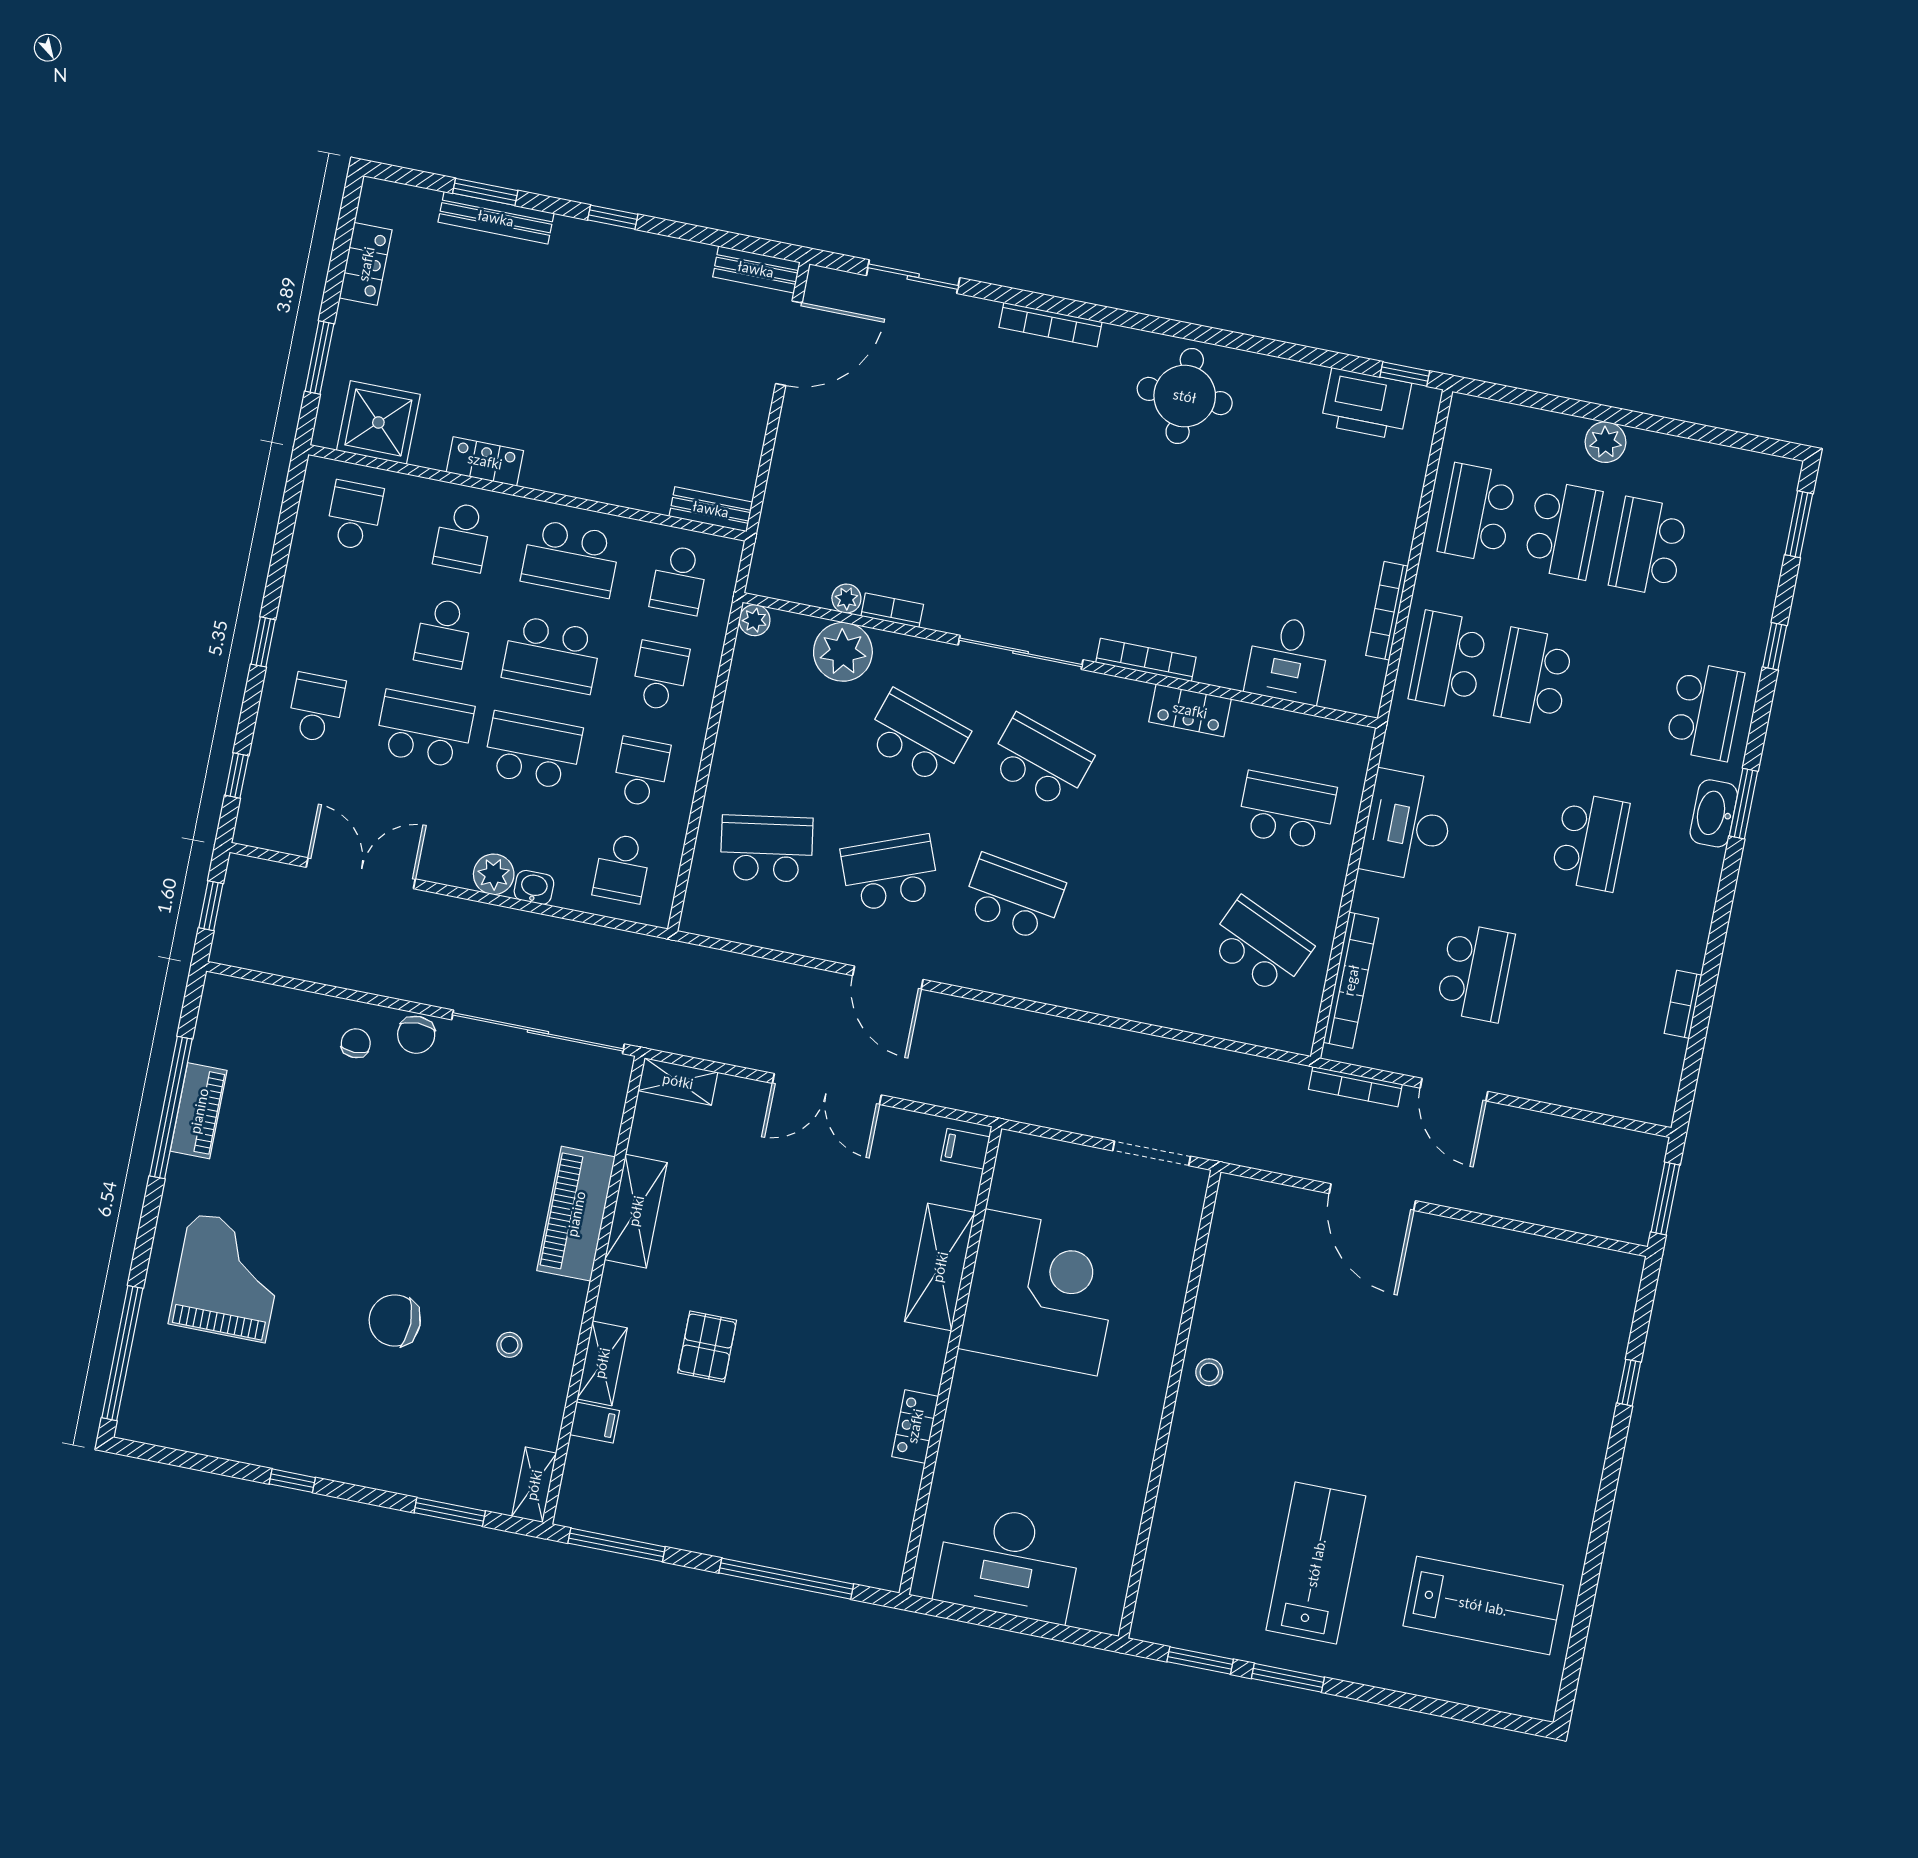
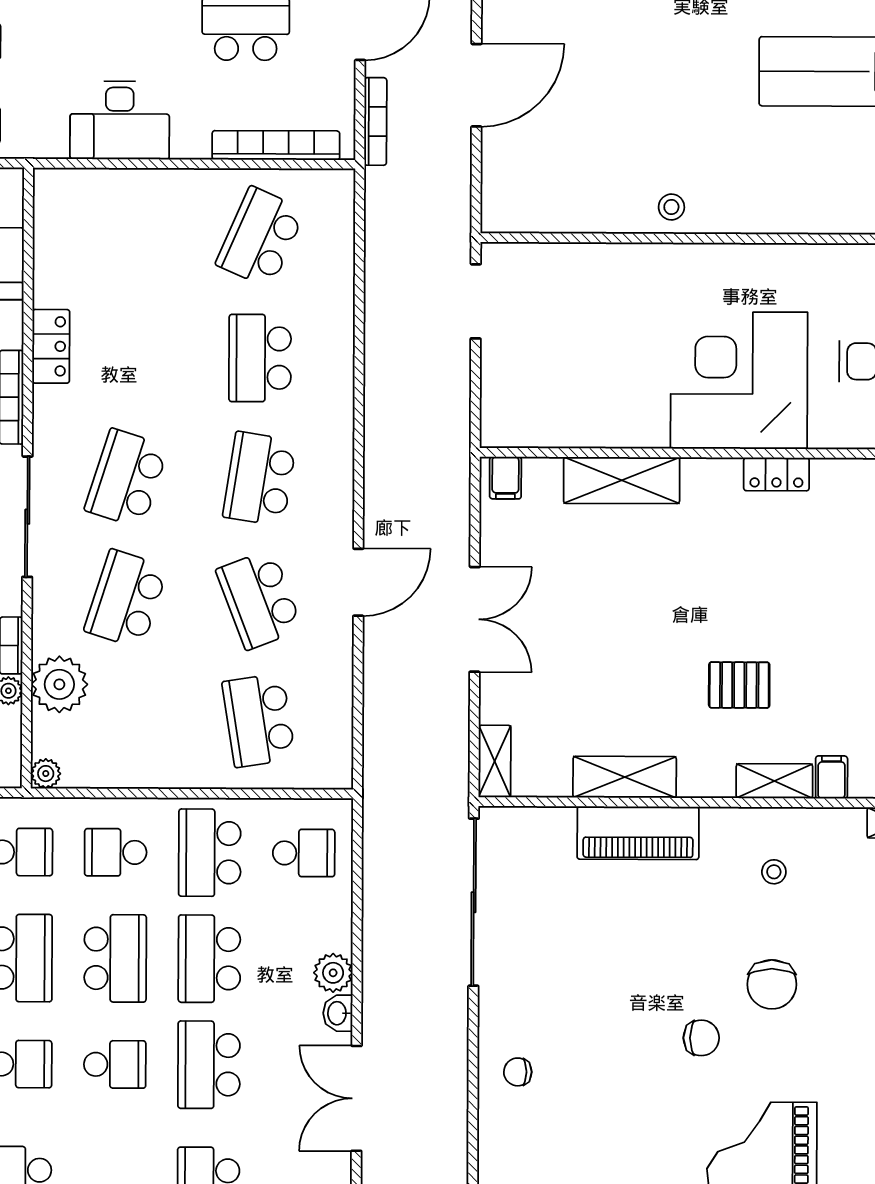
school desk: (641, 772) -> (210, 853), width x1.85
school desk: (1287, 810) -> (260, 358), moved
washbasin: (534, 887) -> (338, 1013), moved
chair: (416, 1035) -> (701, 1038), moved
corner desk: (1041, 1292) -> (739, 380), moved

